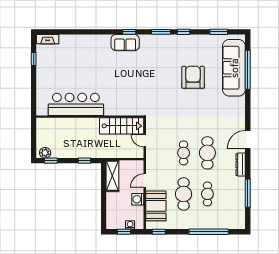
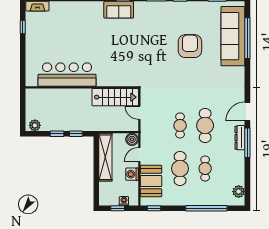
window: (51, 161) -> (57, 134), moved
boiler: (138, 166) -> (132, 139), added
shelving: (112, 176) -> (105, 157), width x1.47
window: (248, 193) -> (247, 143), moved
plant: (239, 216) -> (239, 192), added

